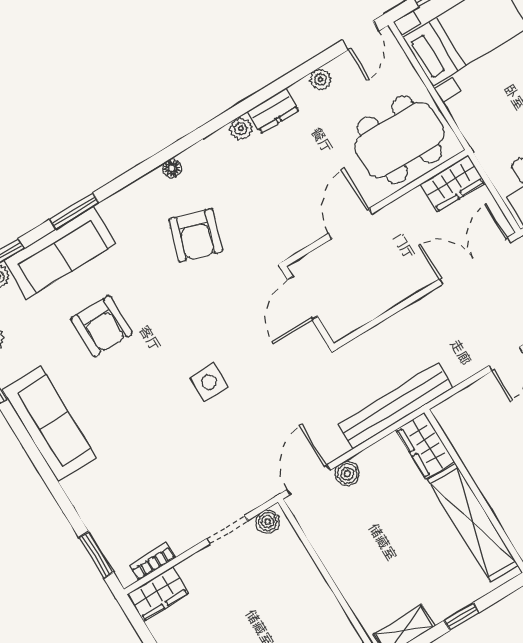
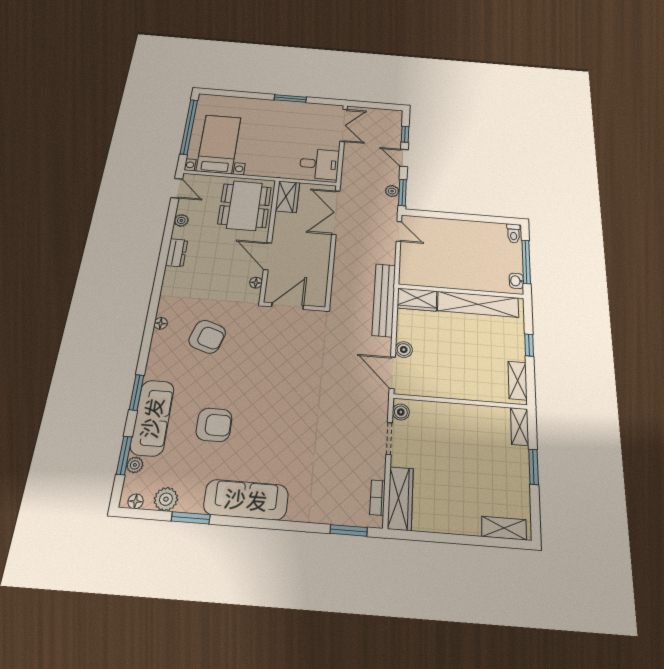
plant: (241, 129) -> (171, 274), removed
floor lamp: (305, 237) -> (256, 283), added
door: (303, 298) -> (288, 306), swing flipped
side table: (209, 382) -> (295, 388), removed
wardrobe: (158, 594) -> (400, 498), width x1.50

